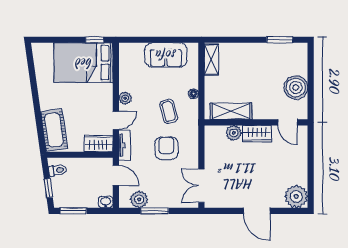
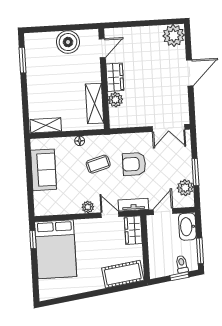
toilet: (58, 170) -> (182, 264), moved
washbasin: (106, 202) -> (187, 227), width x1.91, depth x1.45

